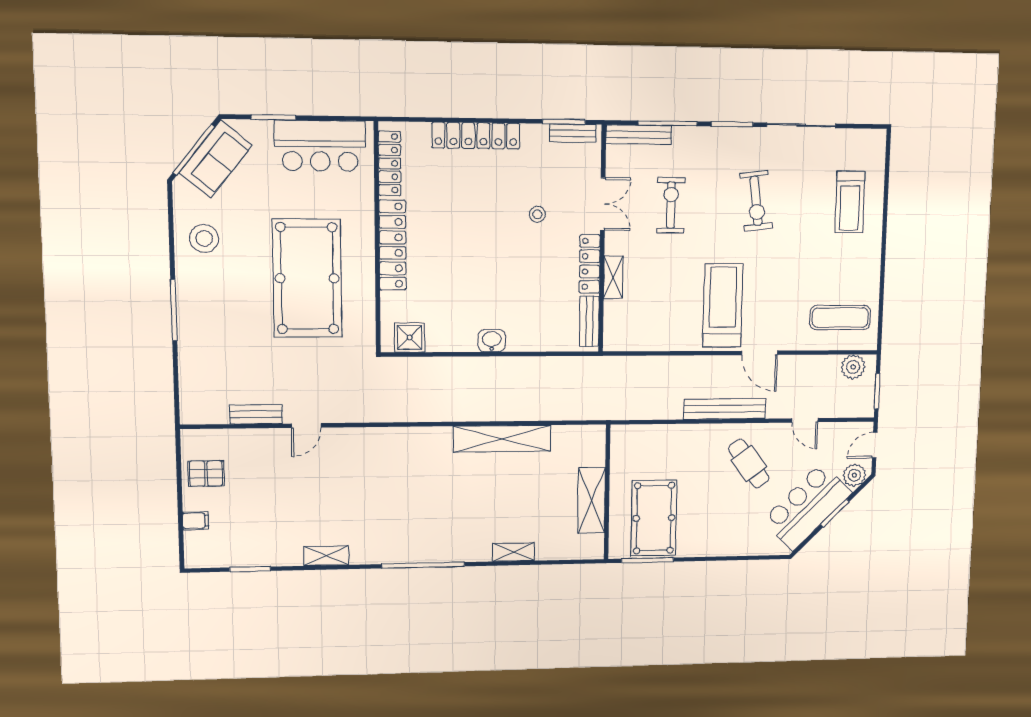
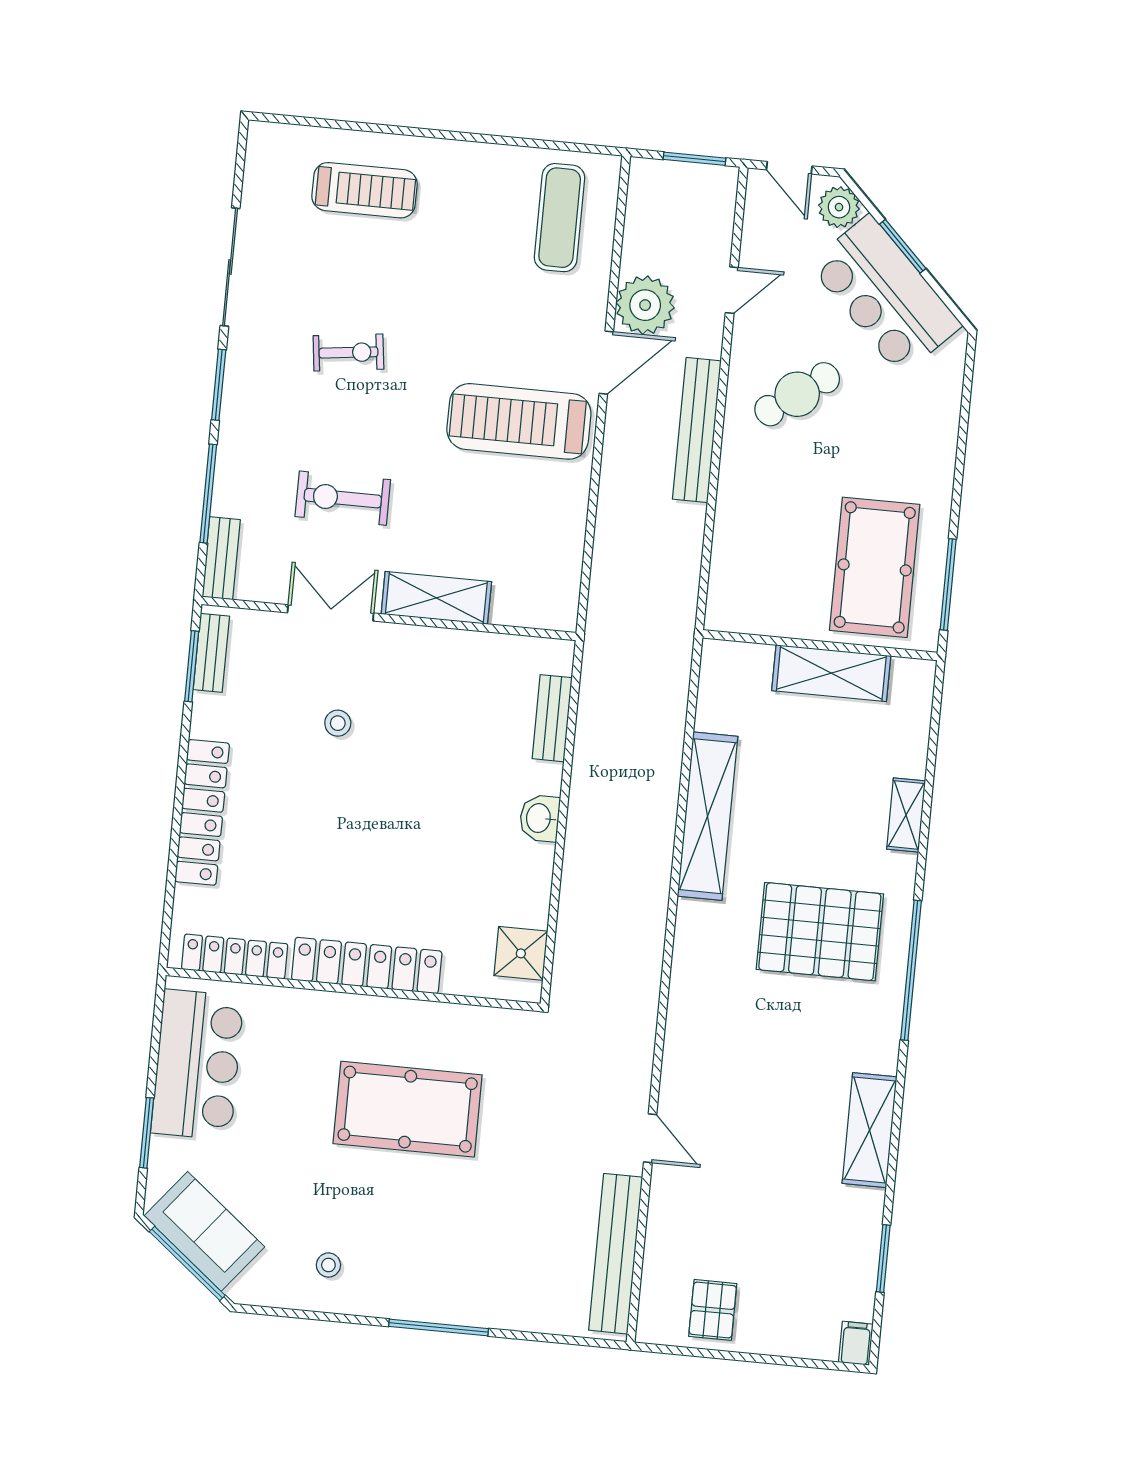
bench: (639, 135) -> (221, 558), width x0.73
exercise bike: (756, 201) -> (348, 352), width x0.73, depth x0.72
stool: (204, 238) -> (328, 1265), width x0.53, depth x0.53
locker: (590, 264) -> (428, 643), removed
shelving: (613, 277) -> (436, 598), width x1.50, depth x1.33
pool table: (307, 278) -> (408, 1109), width x0.73, depth x0.76
bench: (589, 321) -> (552, 718), moved, turned 90
plant: (853, 367) -> (645, 305), moved, width x1.36, depth x1.36
bench: (256, 414) -> (616, 1254), width x1.86, depth x1.21
pallet: (441, 511) -> (820, 932), added
pool table: (654, 518) -> (875, 567), turned 90
filing cabinet: (195, 521) -> (856, 1343), moved
shelving: (326, 556) -> (870, 1130), width x1.50, depth x1.33

